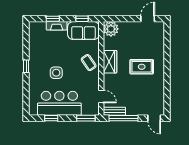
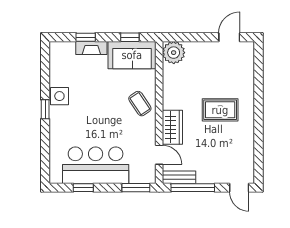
wardrobe: (110, 62) -> (172, 127), moved
side table: (56, 73) -> (59, 96), moved

